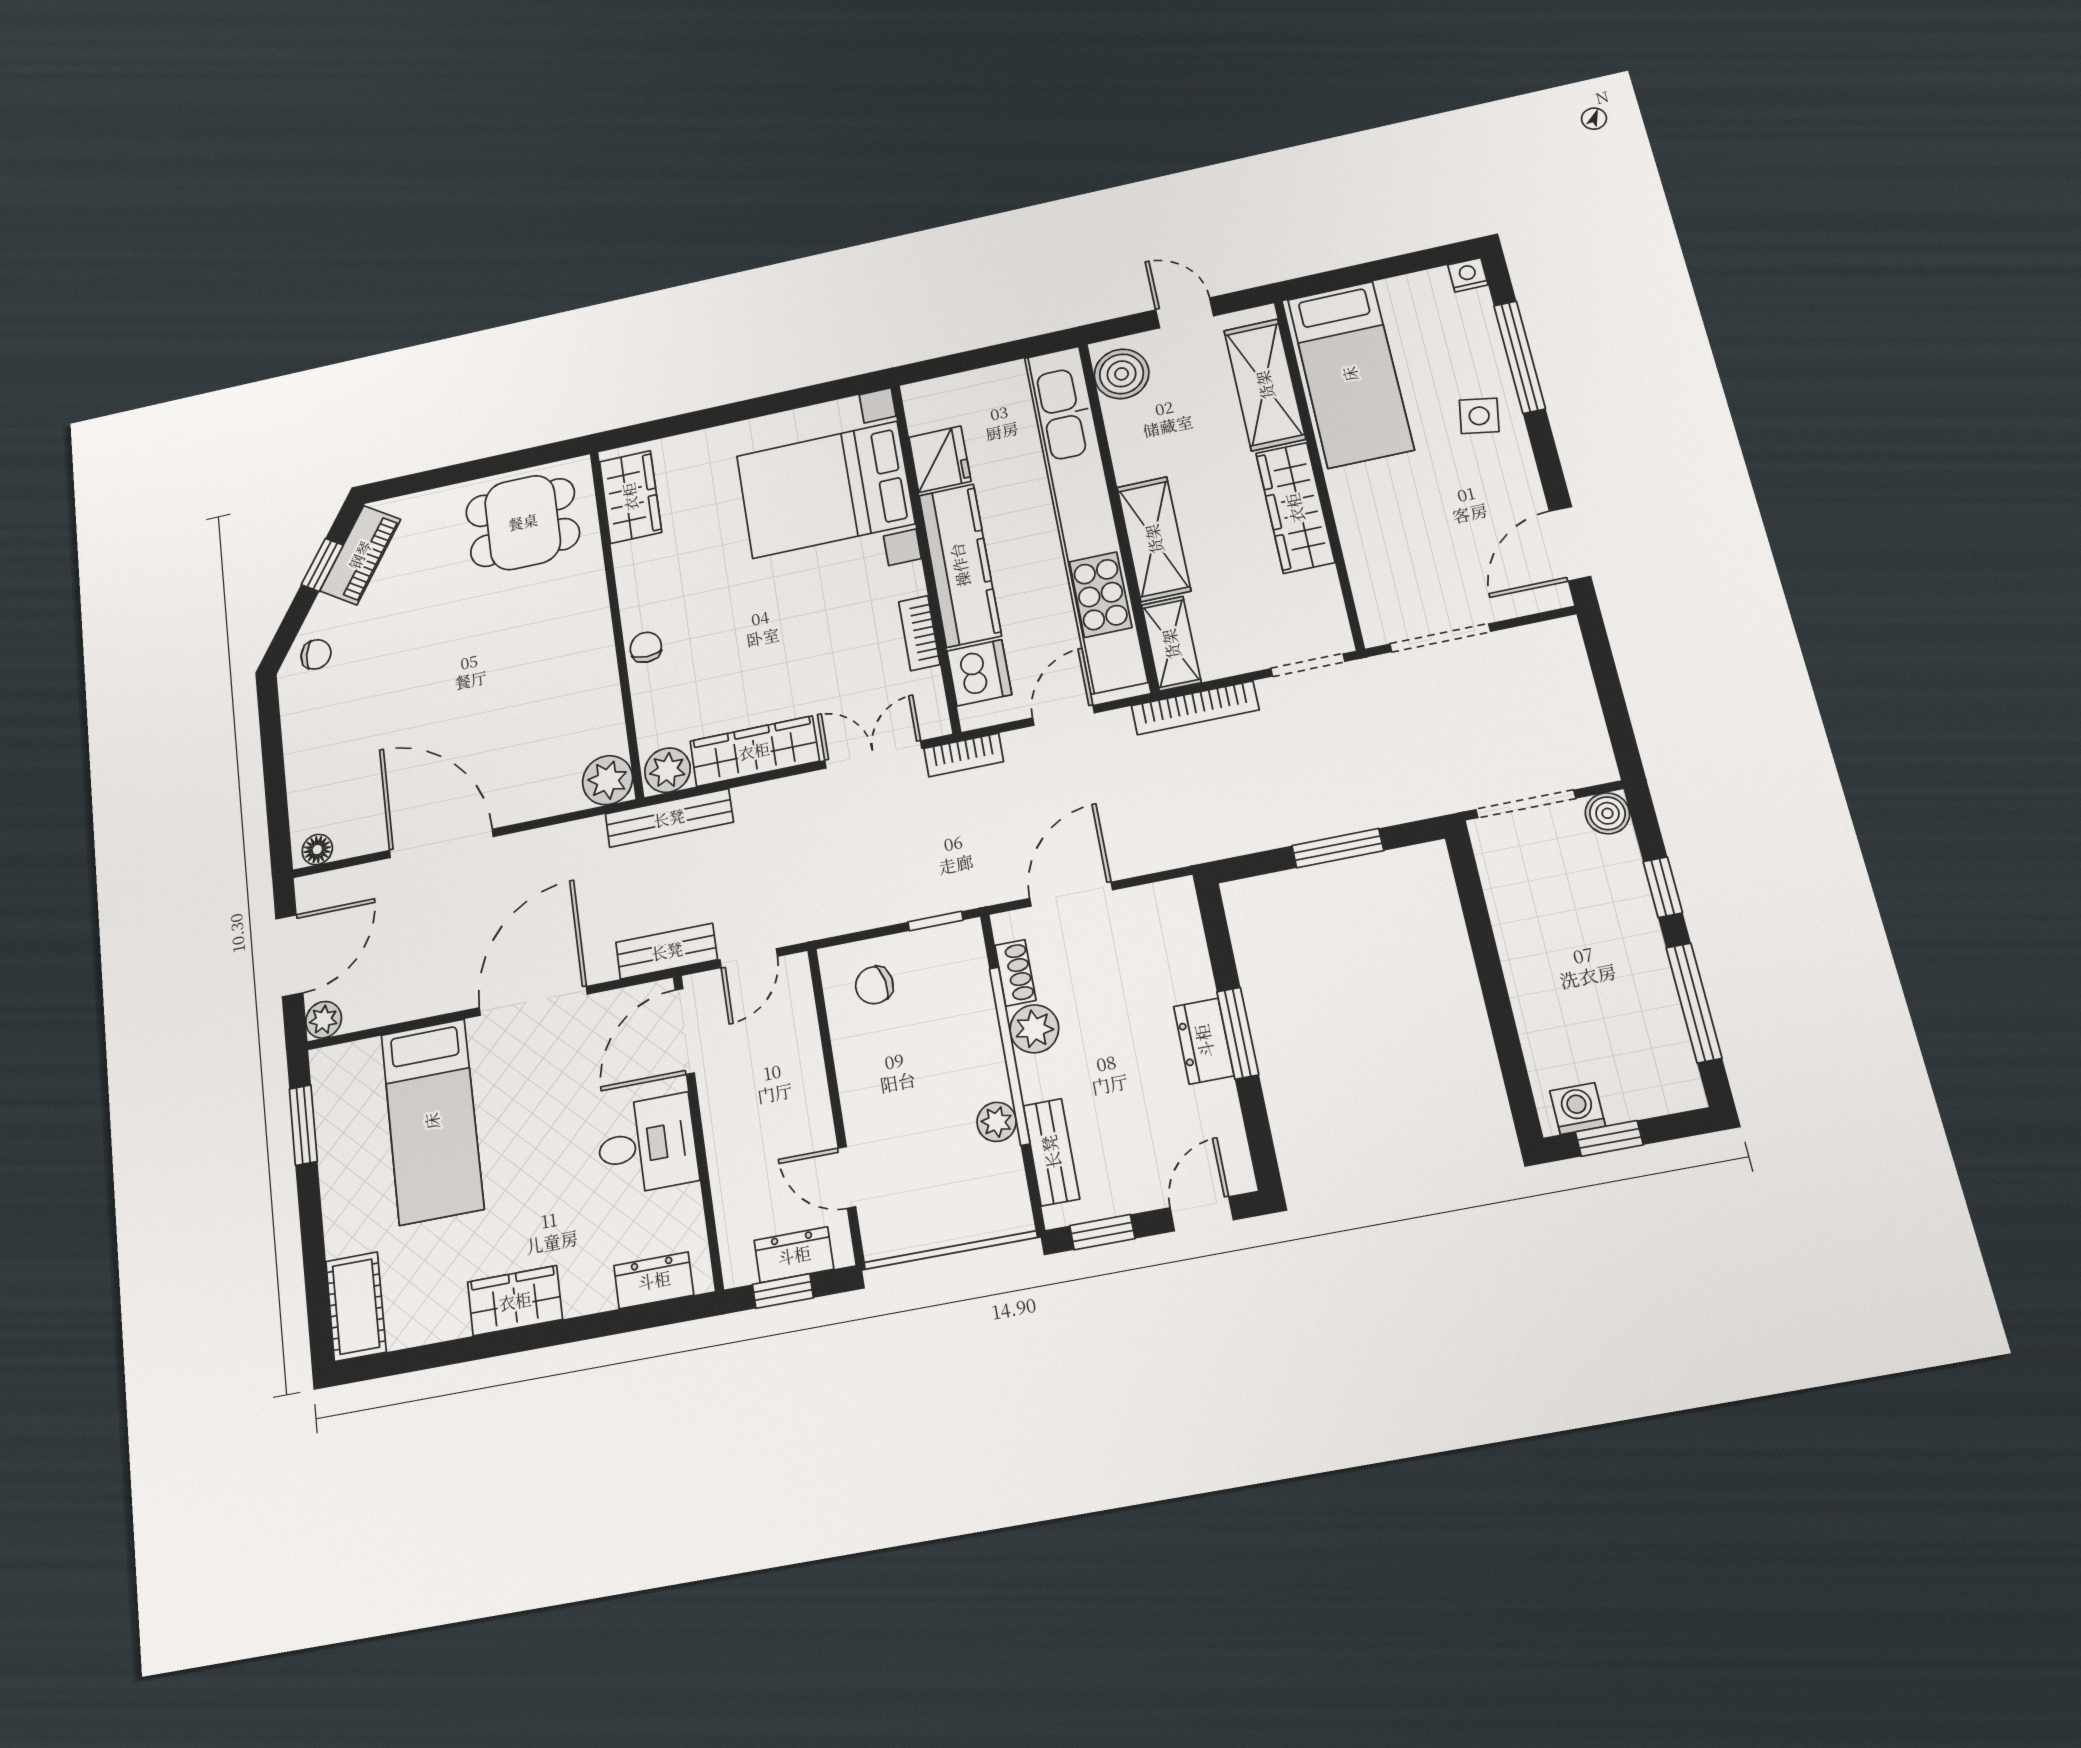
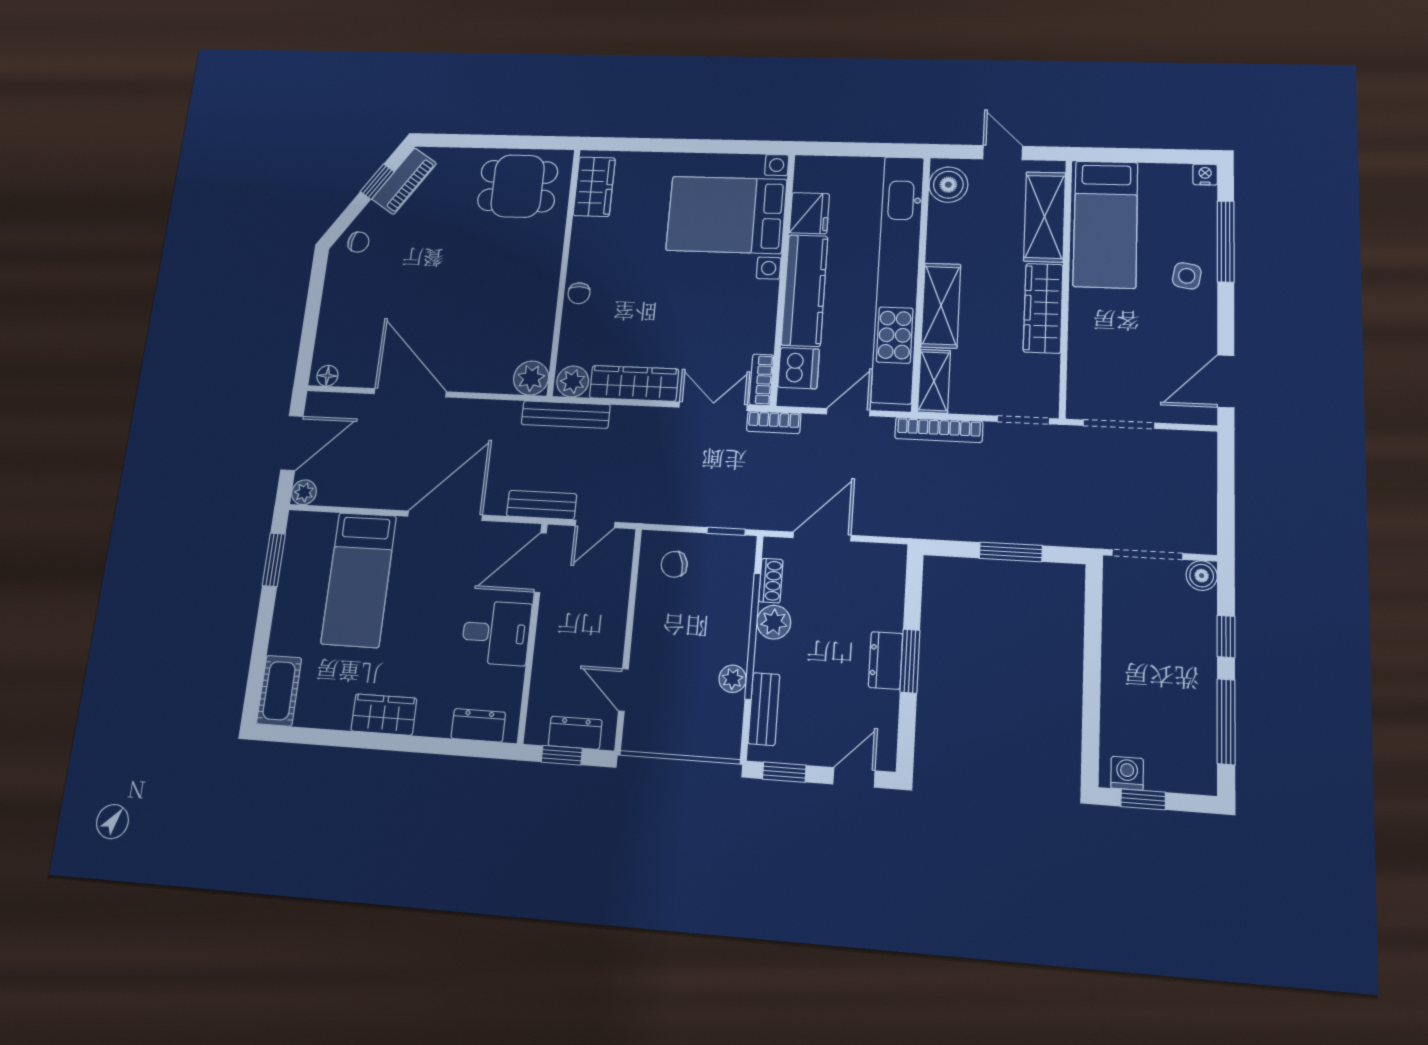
bookcase: (919, 633) -> (761, 380), moved
chair: (646, 647) -> (579, 293), turned 180

